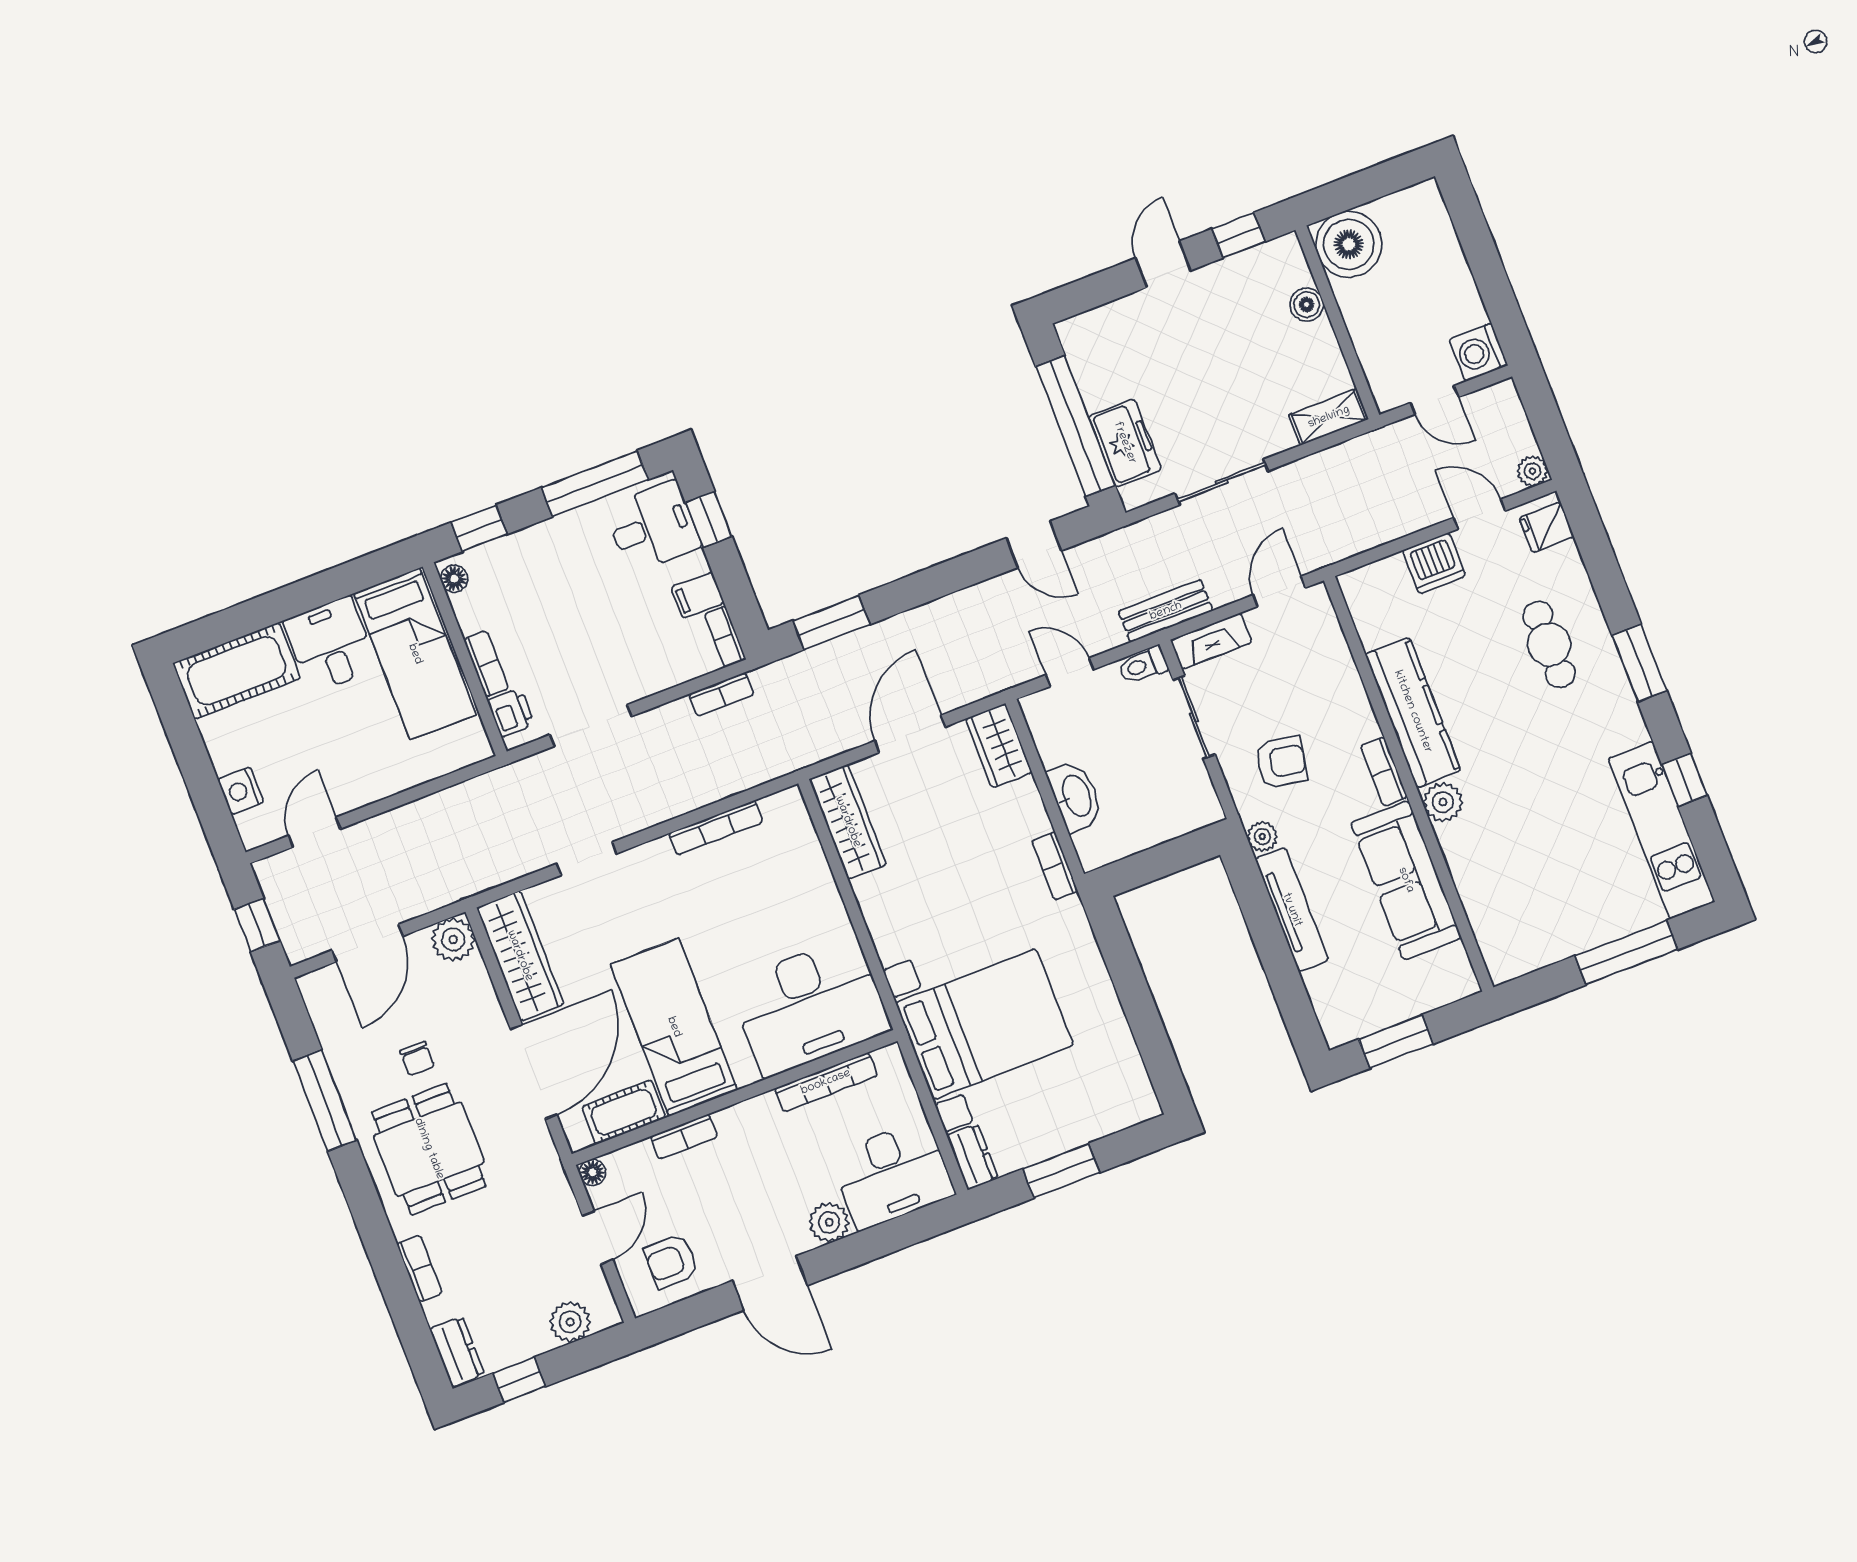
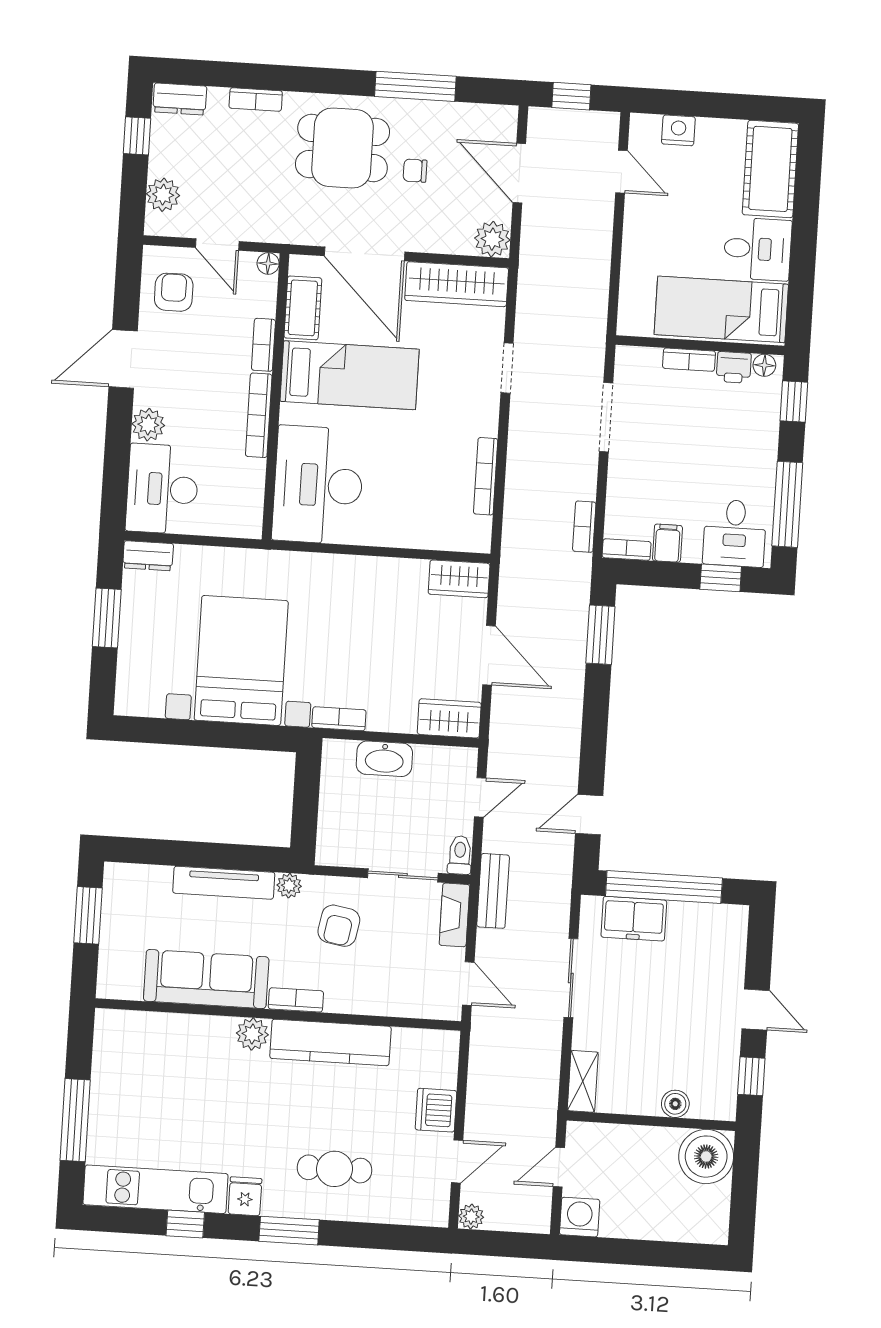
fridge: (1546, 527) -> (245, 1196), moved
printer: (511, 712) -> (734, 367), moved
wardrobe: (848, 822) -> (459, 579), width x0.67
bed with nightstands: (984, 1024) -> (241, 660), moved, turned 180
bookcase: (826, 1082) -> (259, 415), moved

